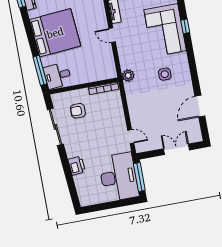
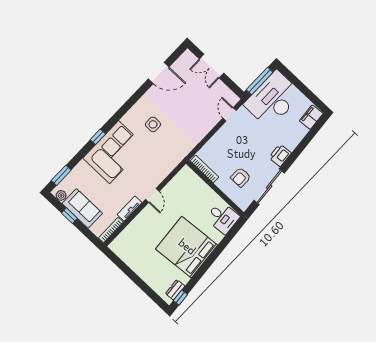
window: (40, 70) -> (229, 236), removed
plant: (128, 75) -> (178, 156), removed
armchair: (78, 111) -> (241, 177), turned 90
printer: (77, 166) -> (280, 155), moved
filing cabinet: (84, 196) -> (311, 117), added

